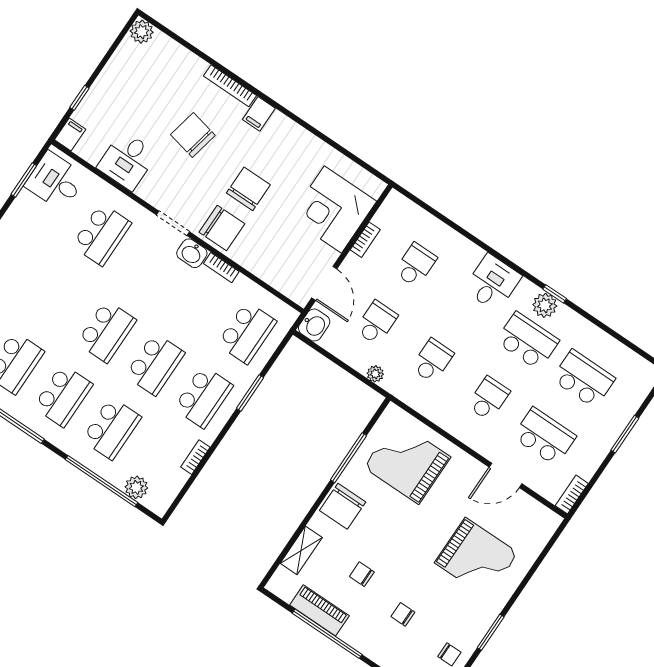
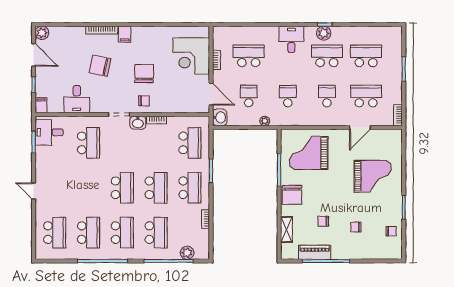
door: (108, 55) -> (34, 55), added
chair: (222, 228) -> (144, 101), width x0.54, depth x0.54
school desk: (415, 265) -> (249, 56), width x1.85

